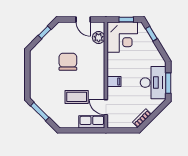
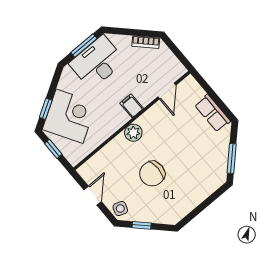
side table: (64, 29) -> (120, 209), added
corner desk: (122, 37) -> (69, 116), moved, turned 59
plant: (99, 38) -> (133, 133), moved
coffee table: (77, 97) -> (182, 132), removed
row of seats: (92, 122) -> (213, 113), moved

